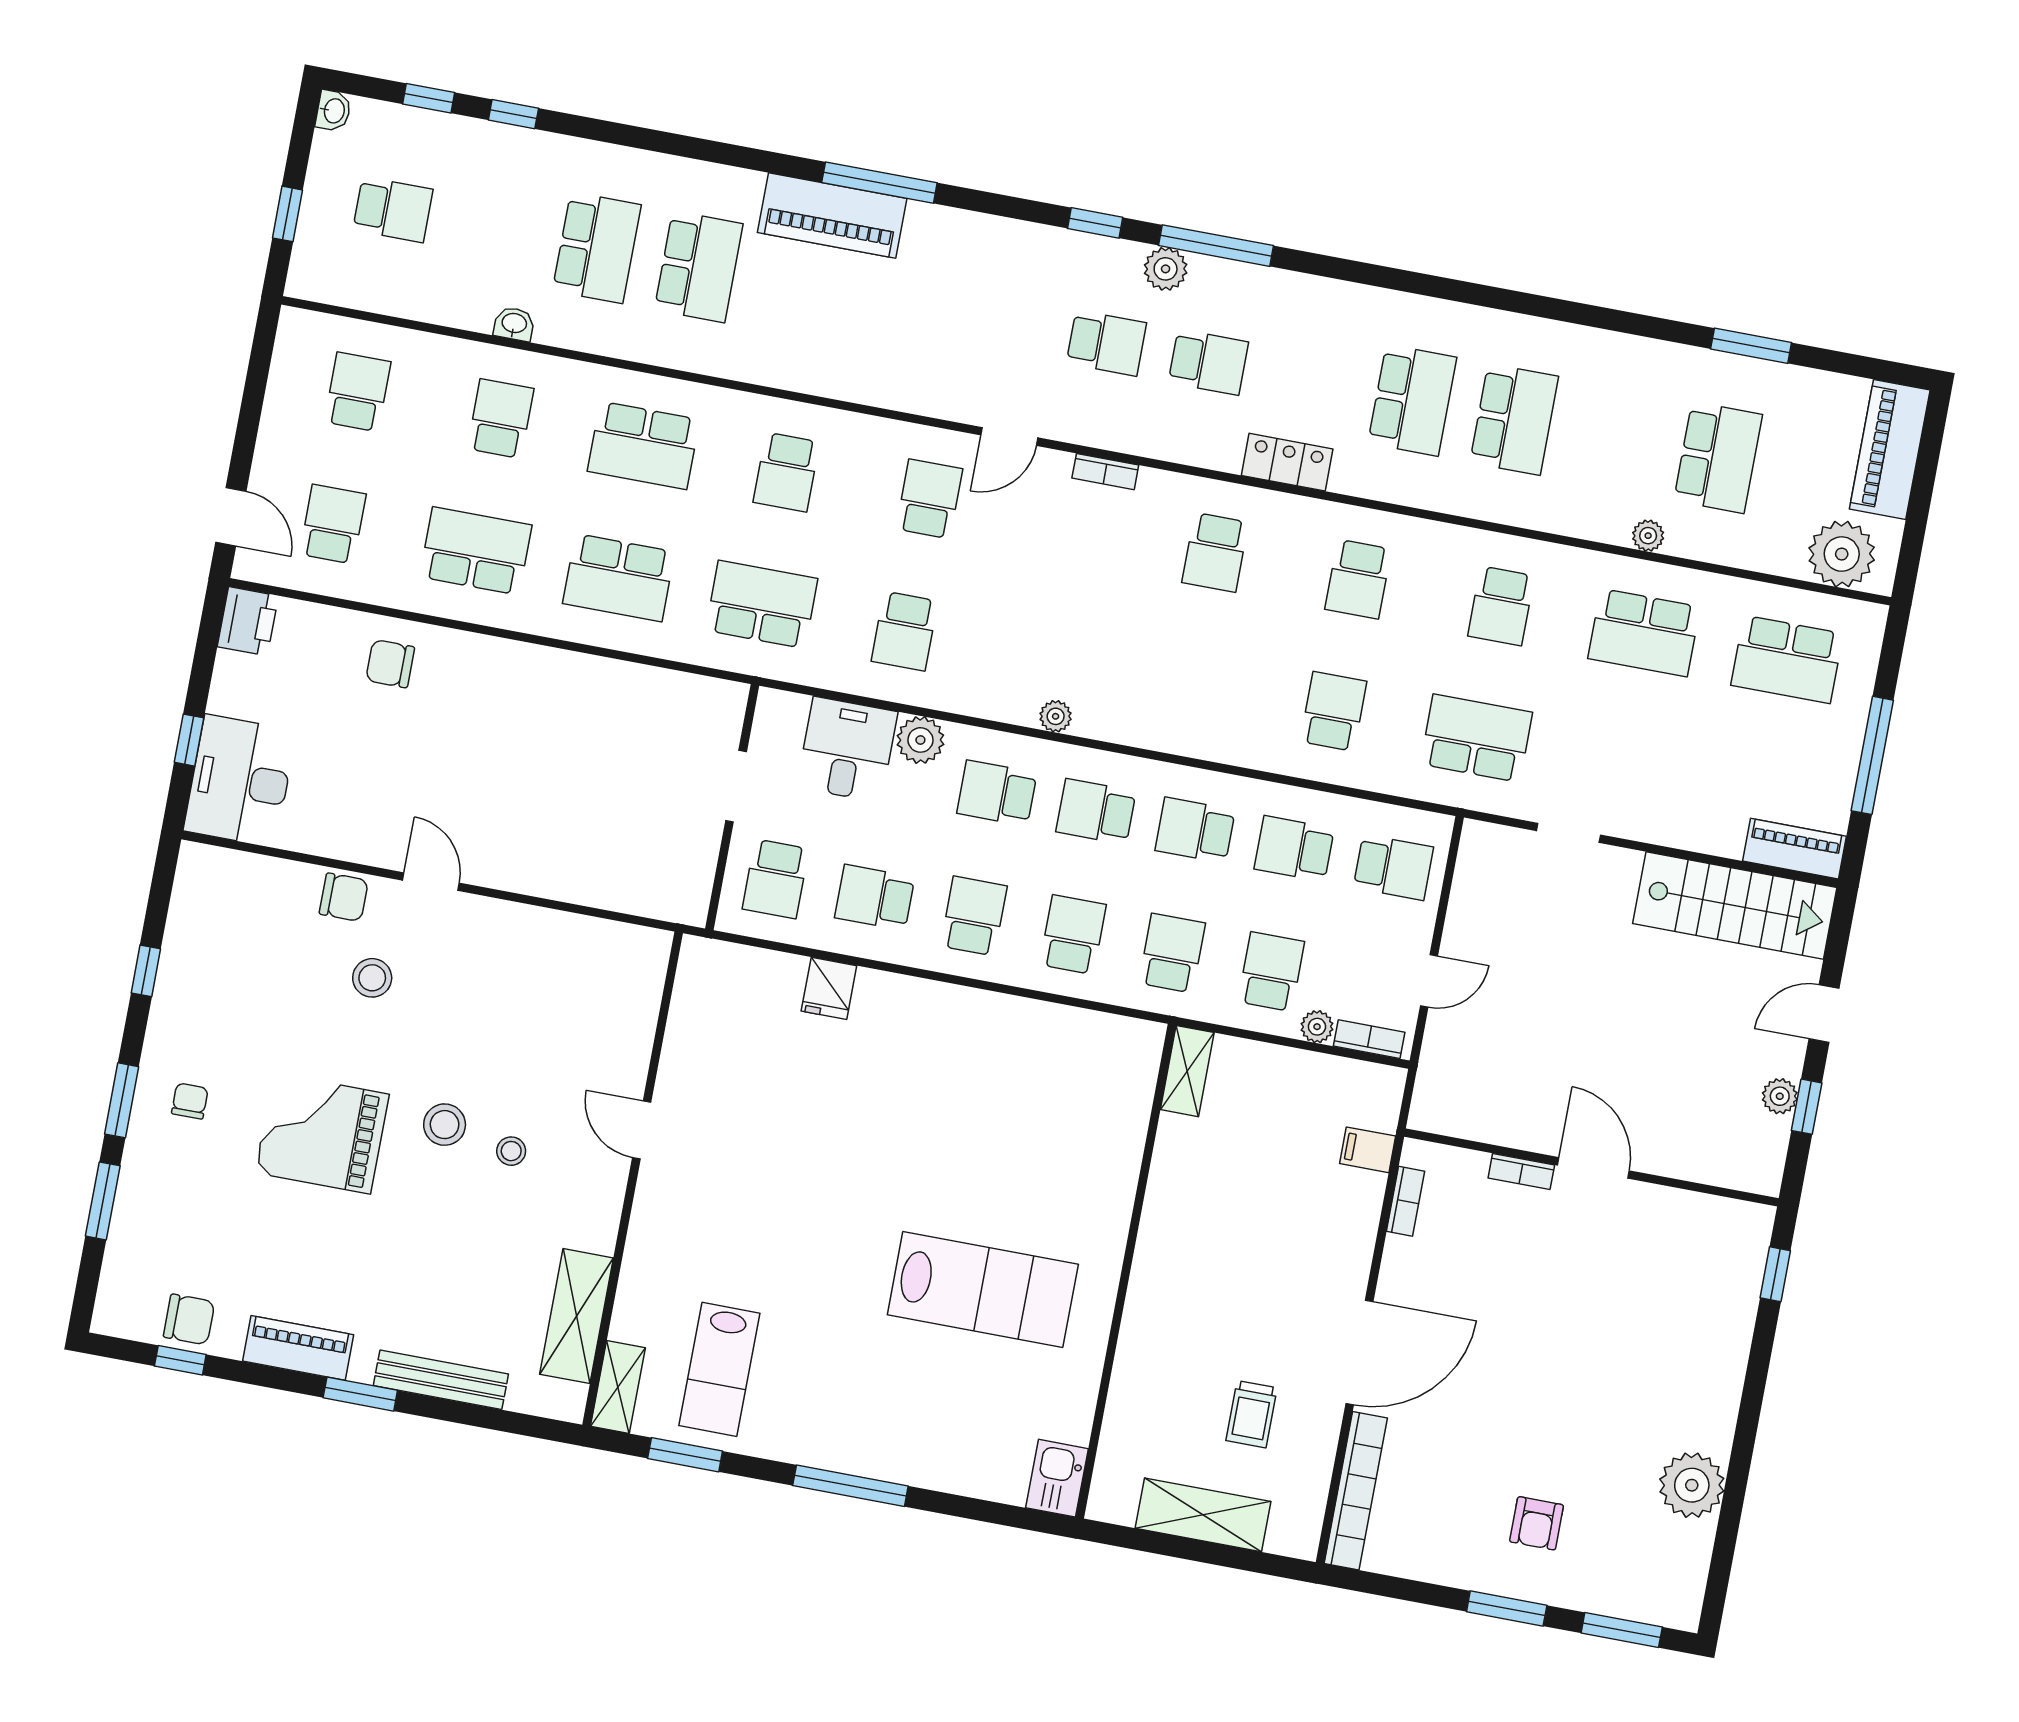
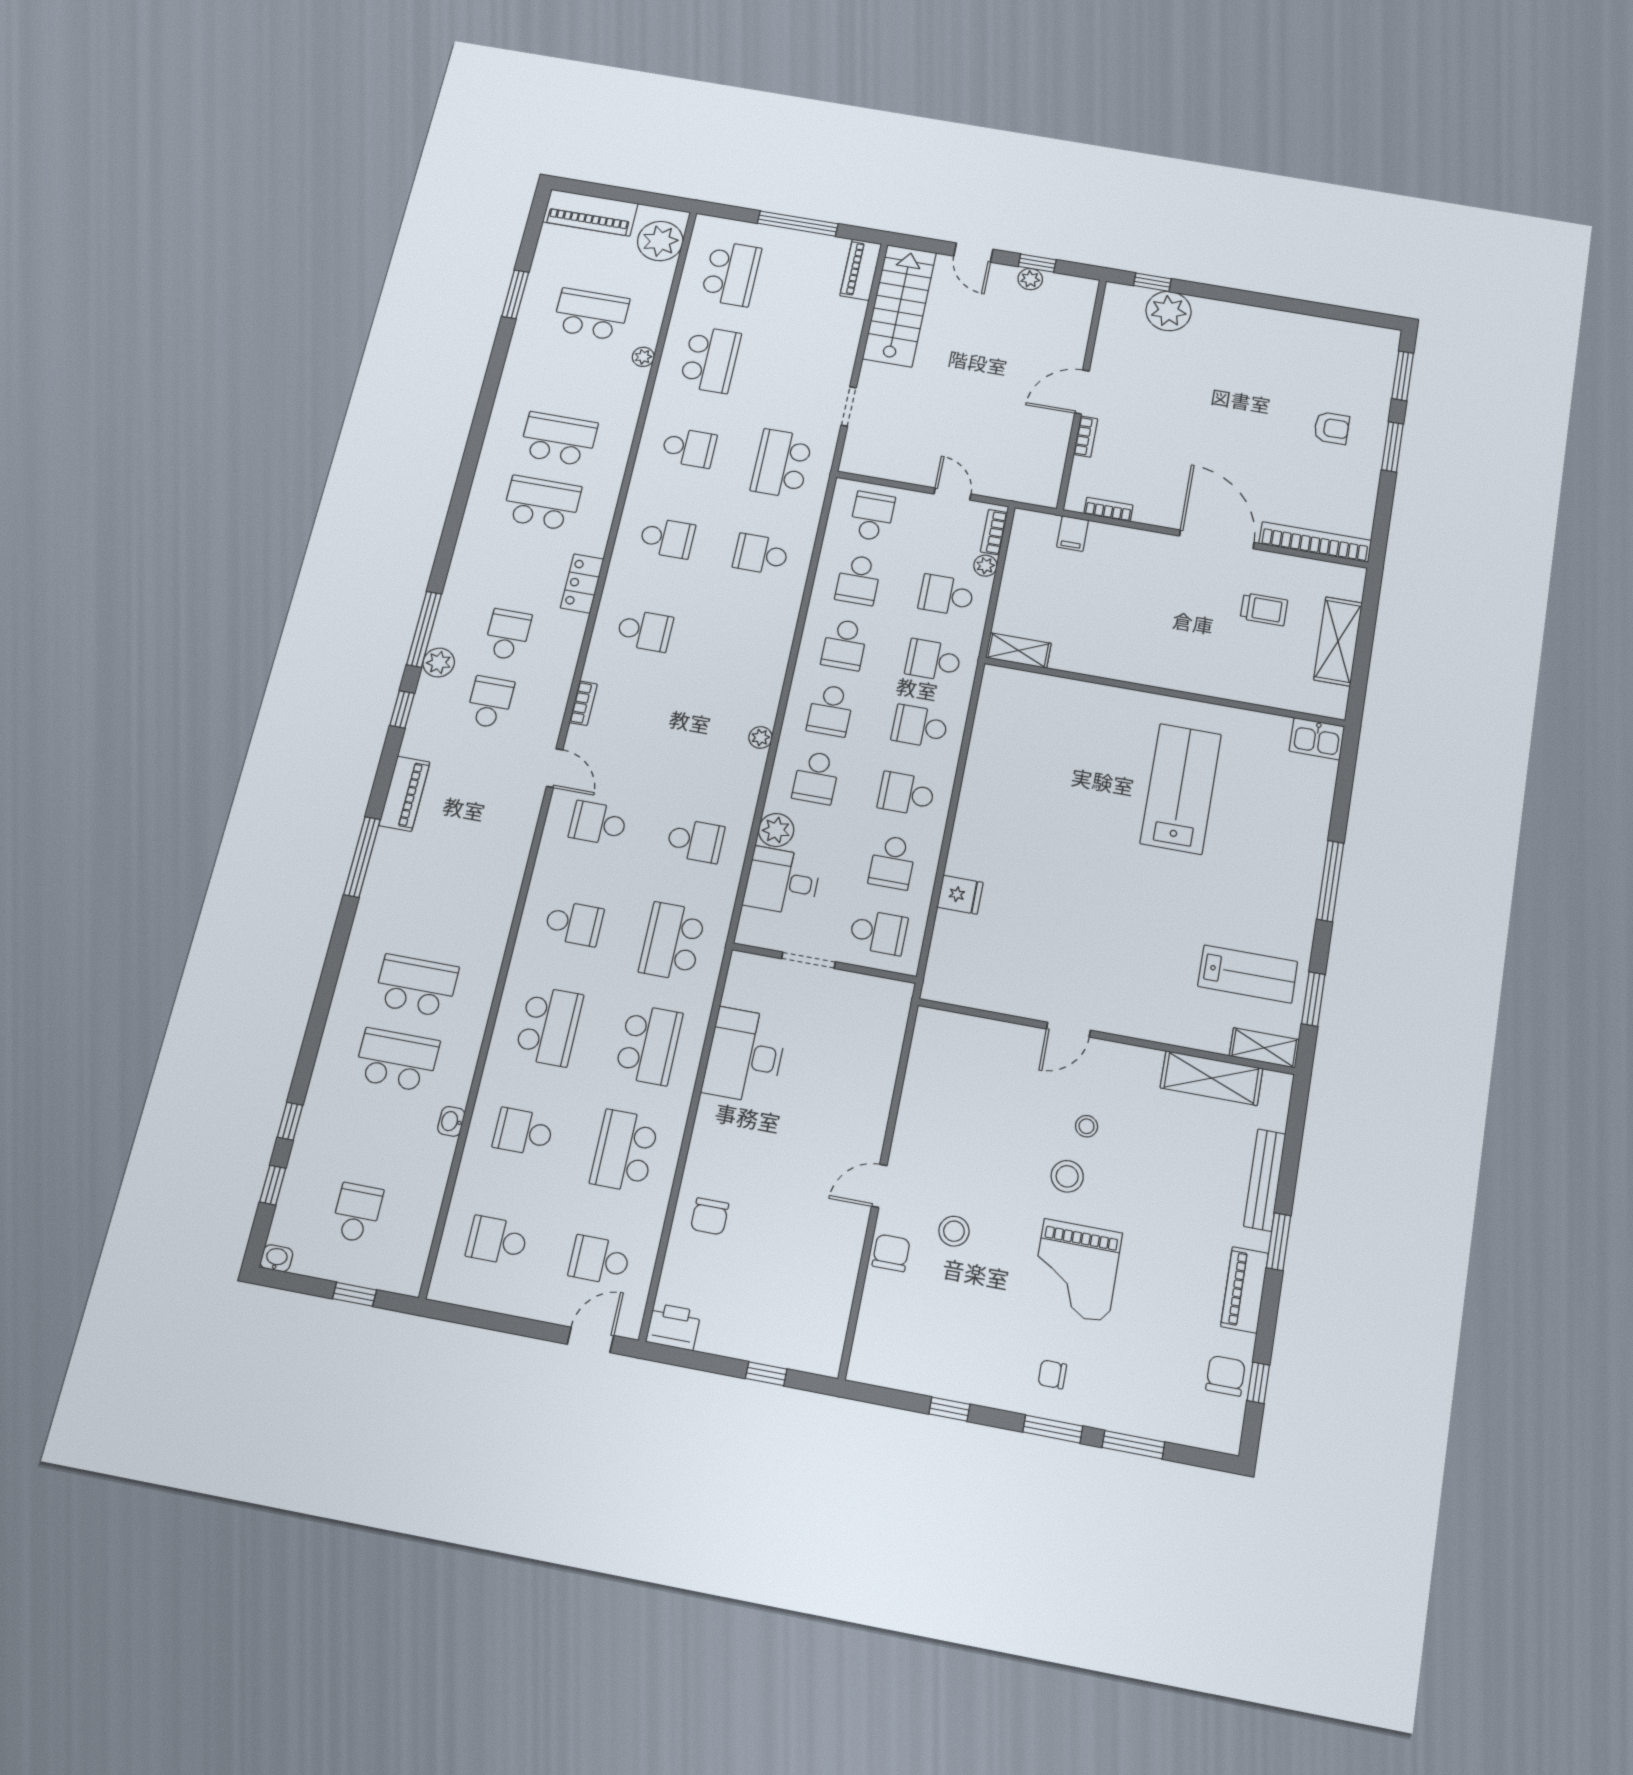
piano: (832, 216) -> (404, 794), moved, width x0.73, depth x0.75
desk: (240, 781) -> (745, 1056), moved, turned 90
plant: (1692, 1485) -> (1169, 311), moved

